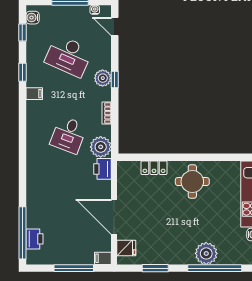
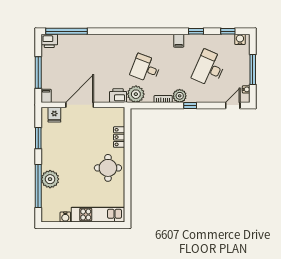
plant: (103, 78) -> (180, 96), moved
printer: (34, 239) -> (49, 41), moved

